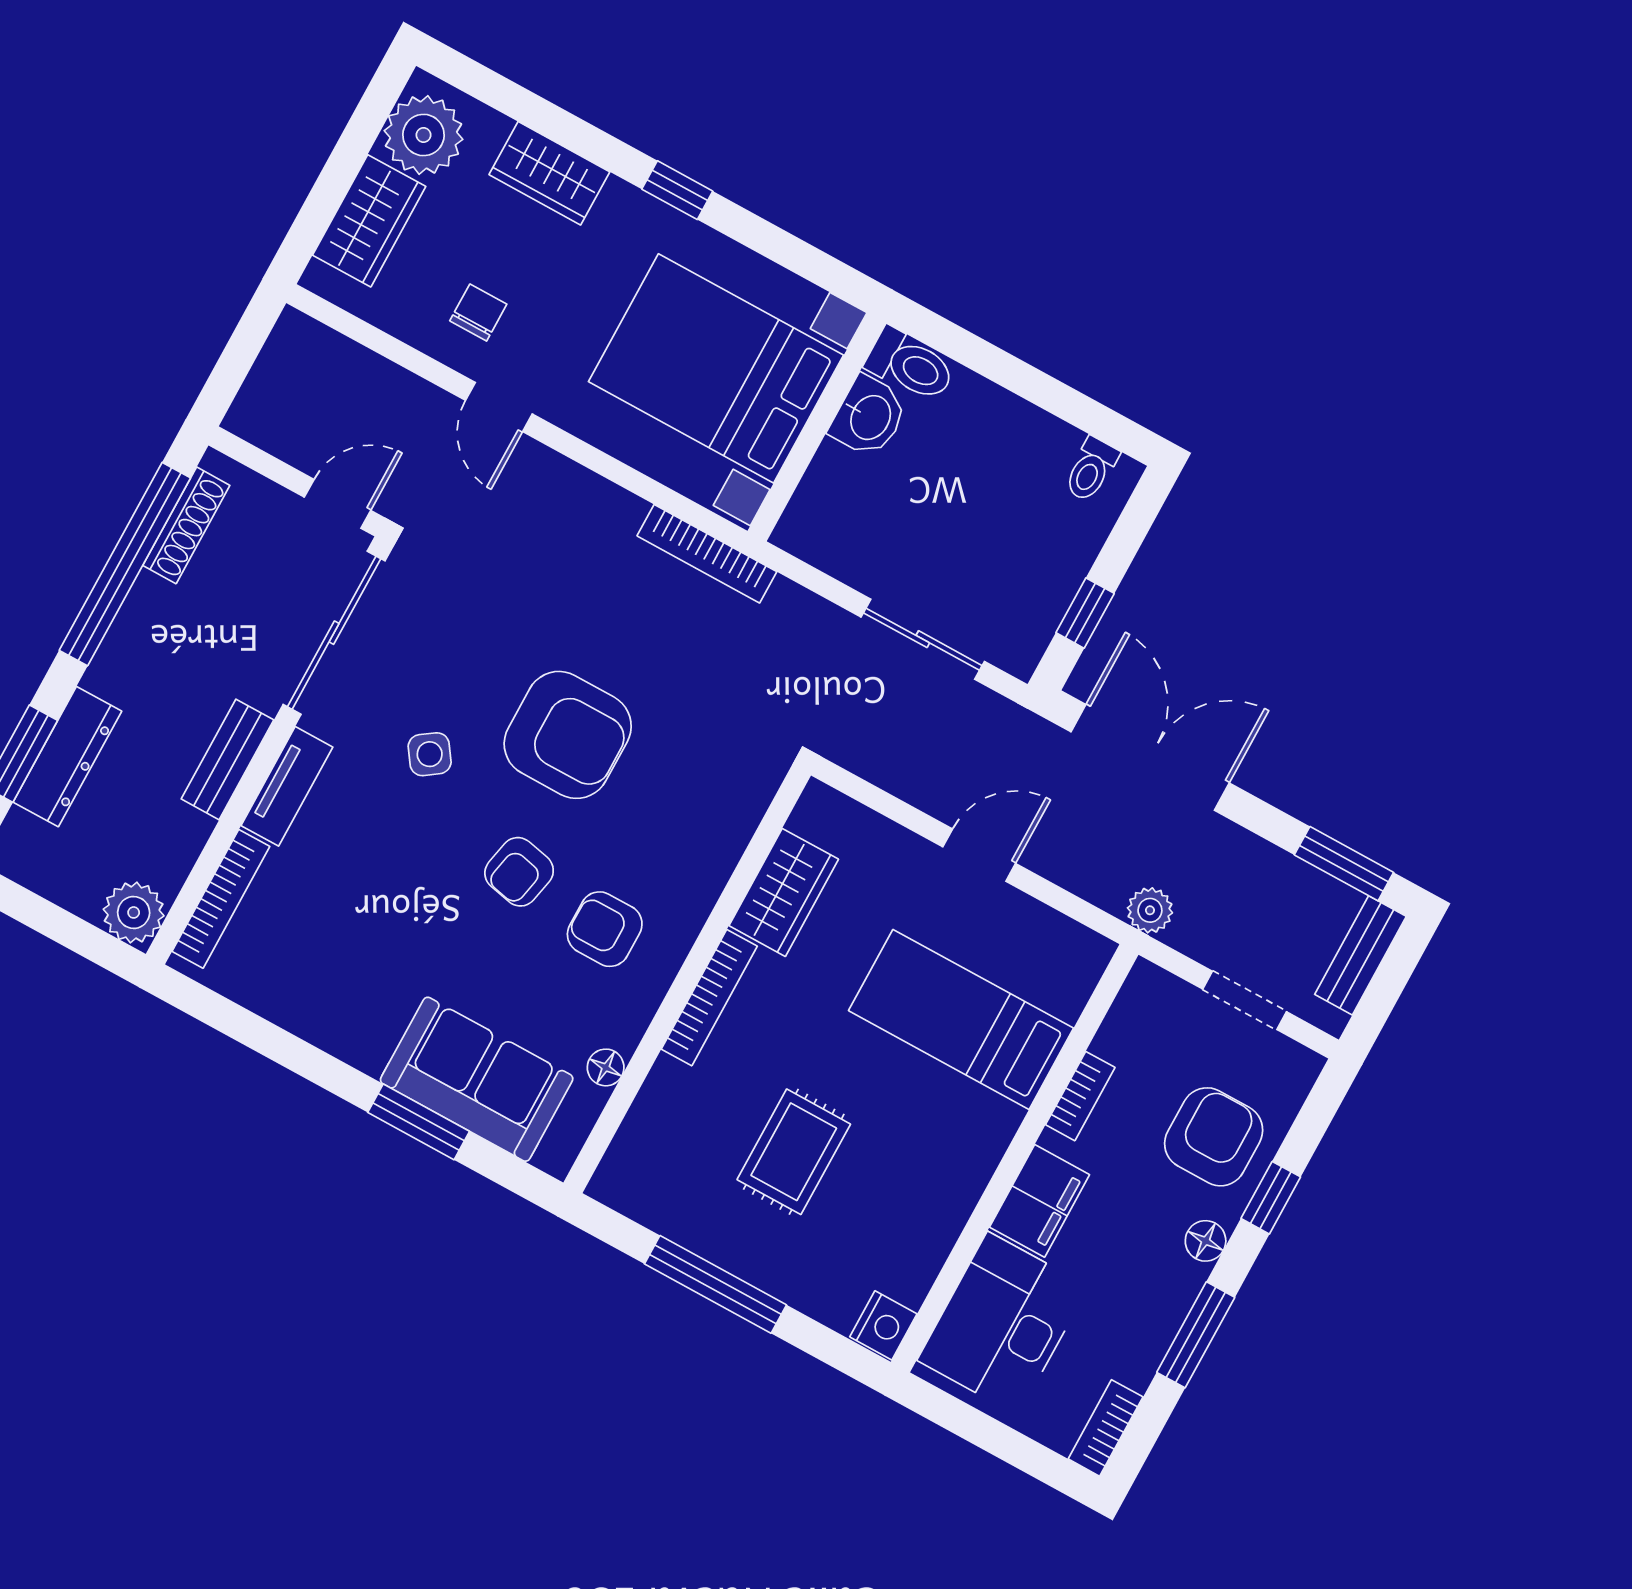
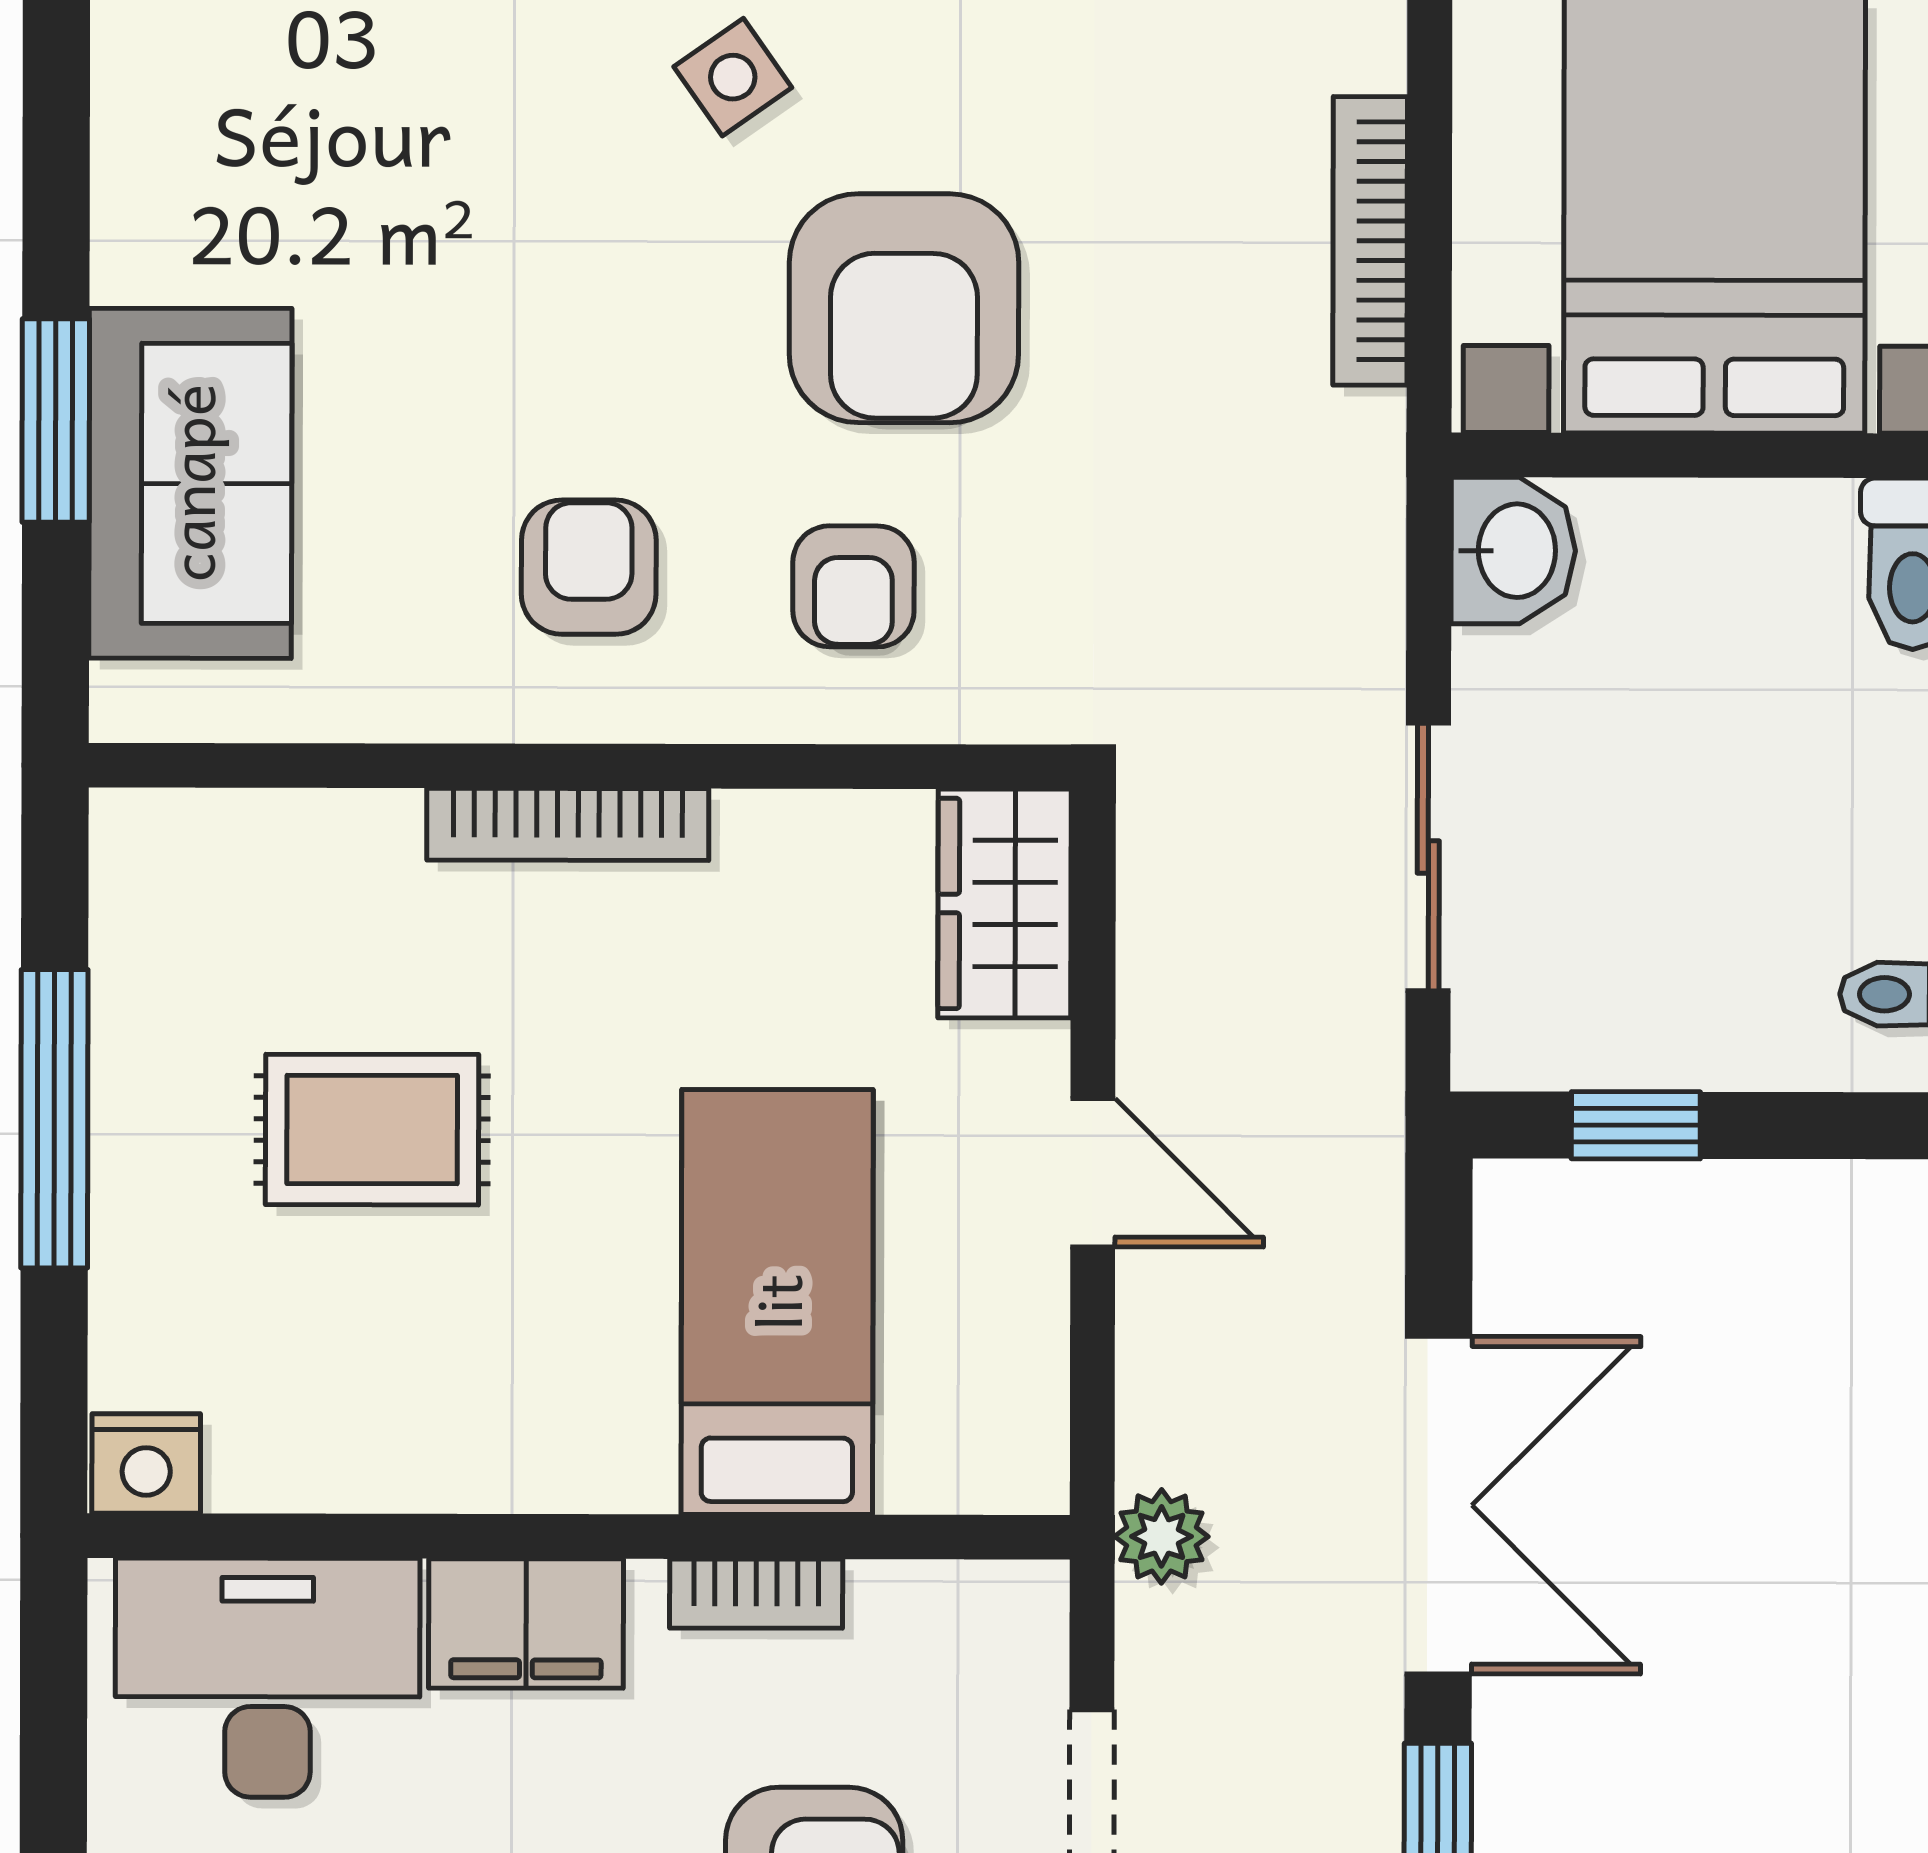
washbasin: (869, 417) -> (1513, 551), moved, turned -90
bookcase: (707, 554) -> (1370, 241), moved
double door: (1150, 757) -> (1438, 1505), moved
armchair: (519, 872) -> (853, 586), moved, turned -102
wardrobe: (784, 892) -> (1005, 904), moved, turned 90
floor lamp: (606, 1067) -> (339, 705), removed

